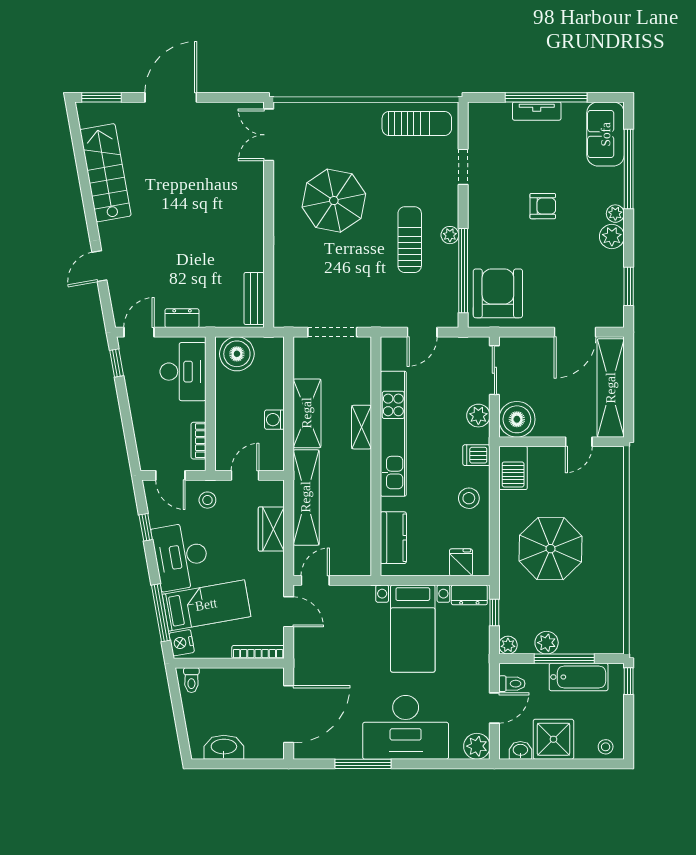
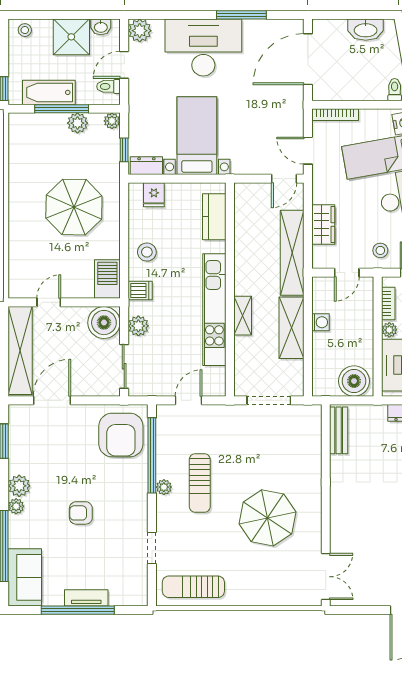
plant: (197, 411) -> (389, 330), added

